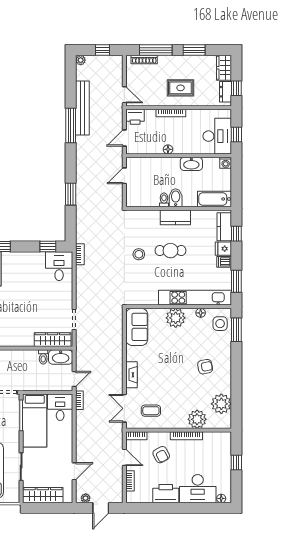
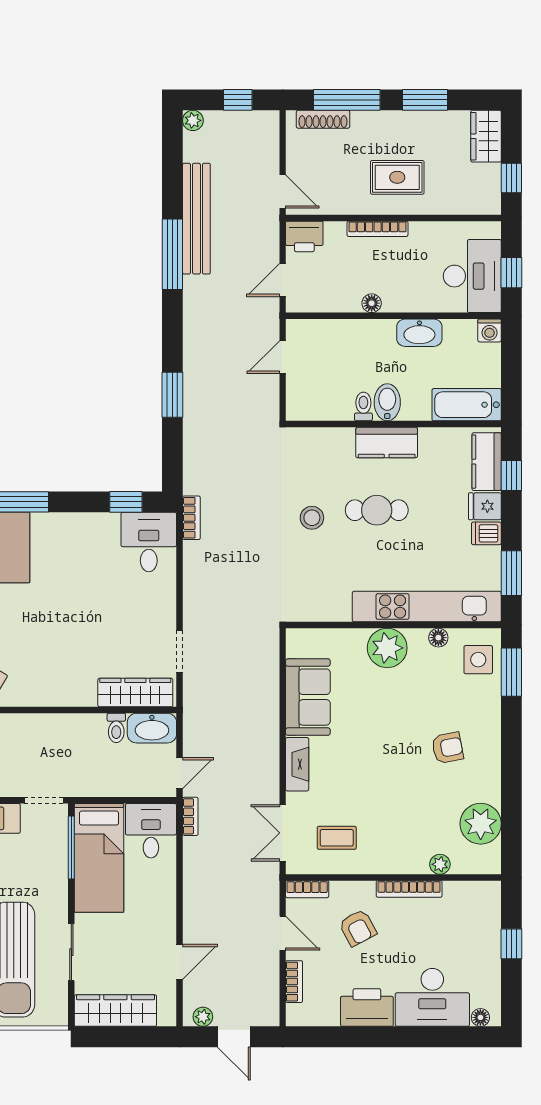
dresser: (225, 92) -> (489, 185), removed
sofa: (137, 327) -> (308, 697), moved
plant: (197, 419) -> (440, 864), width x0.53, depth x0.53
door: (101, 508) -> (234, 1037), hinge flipped

